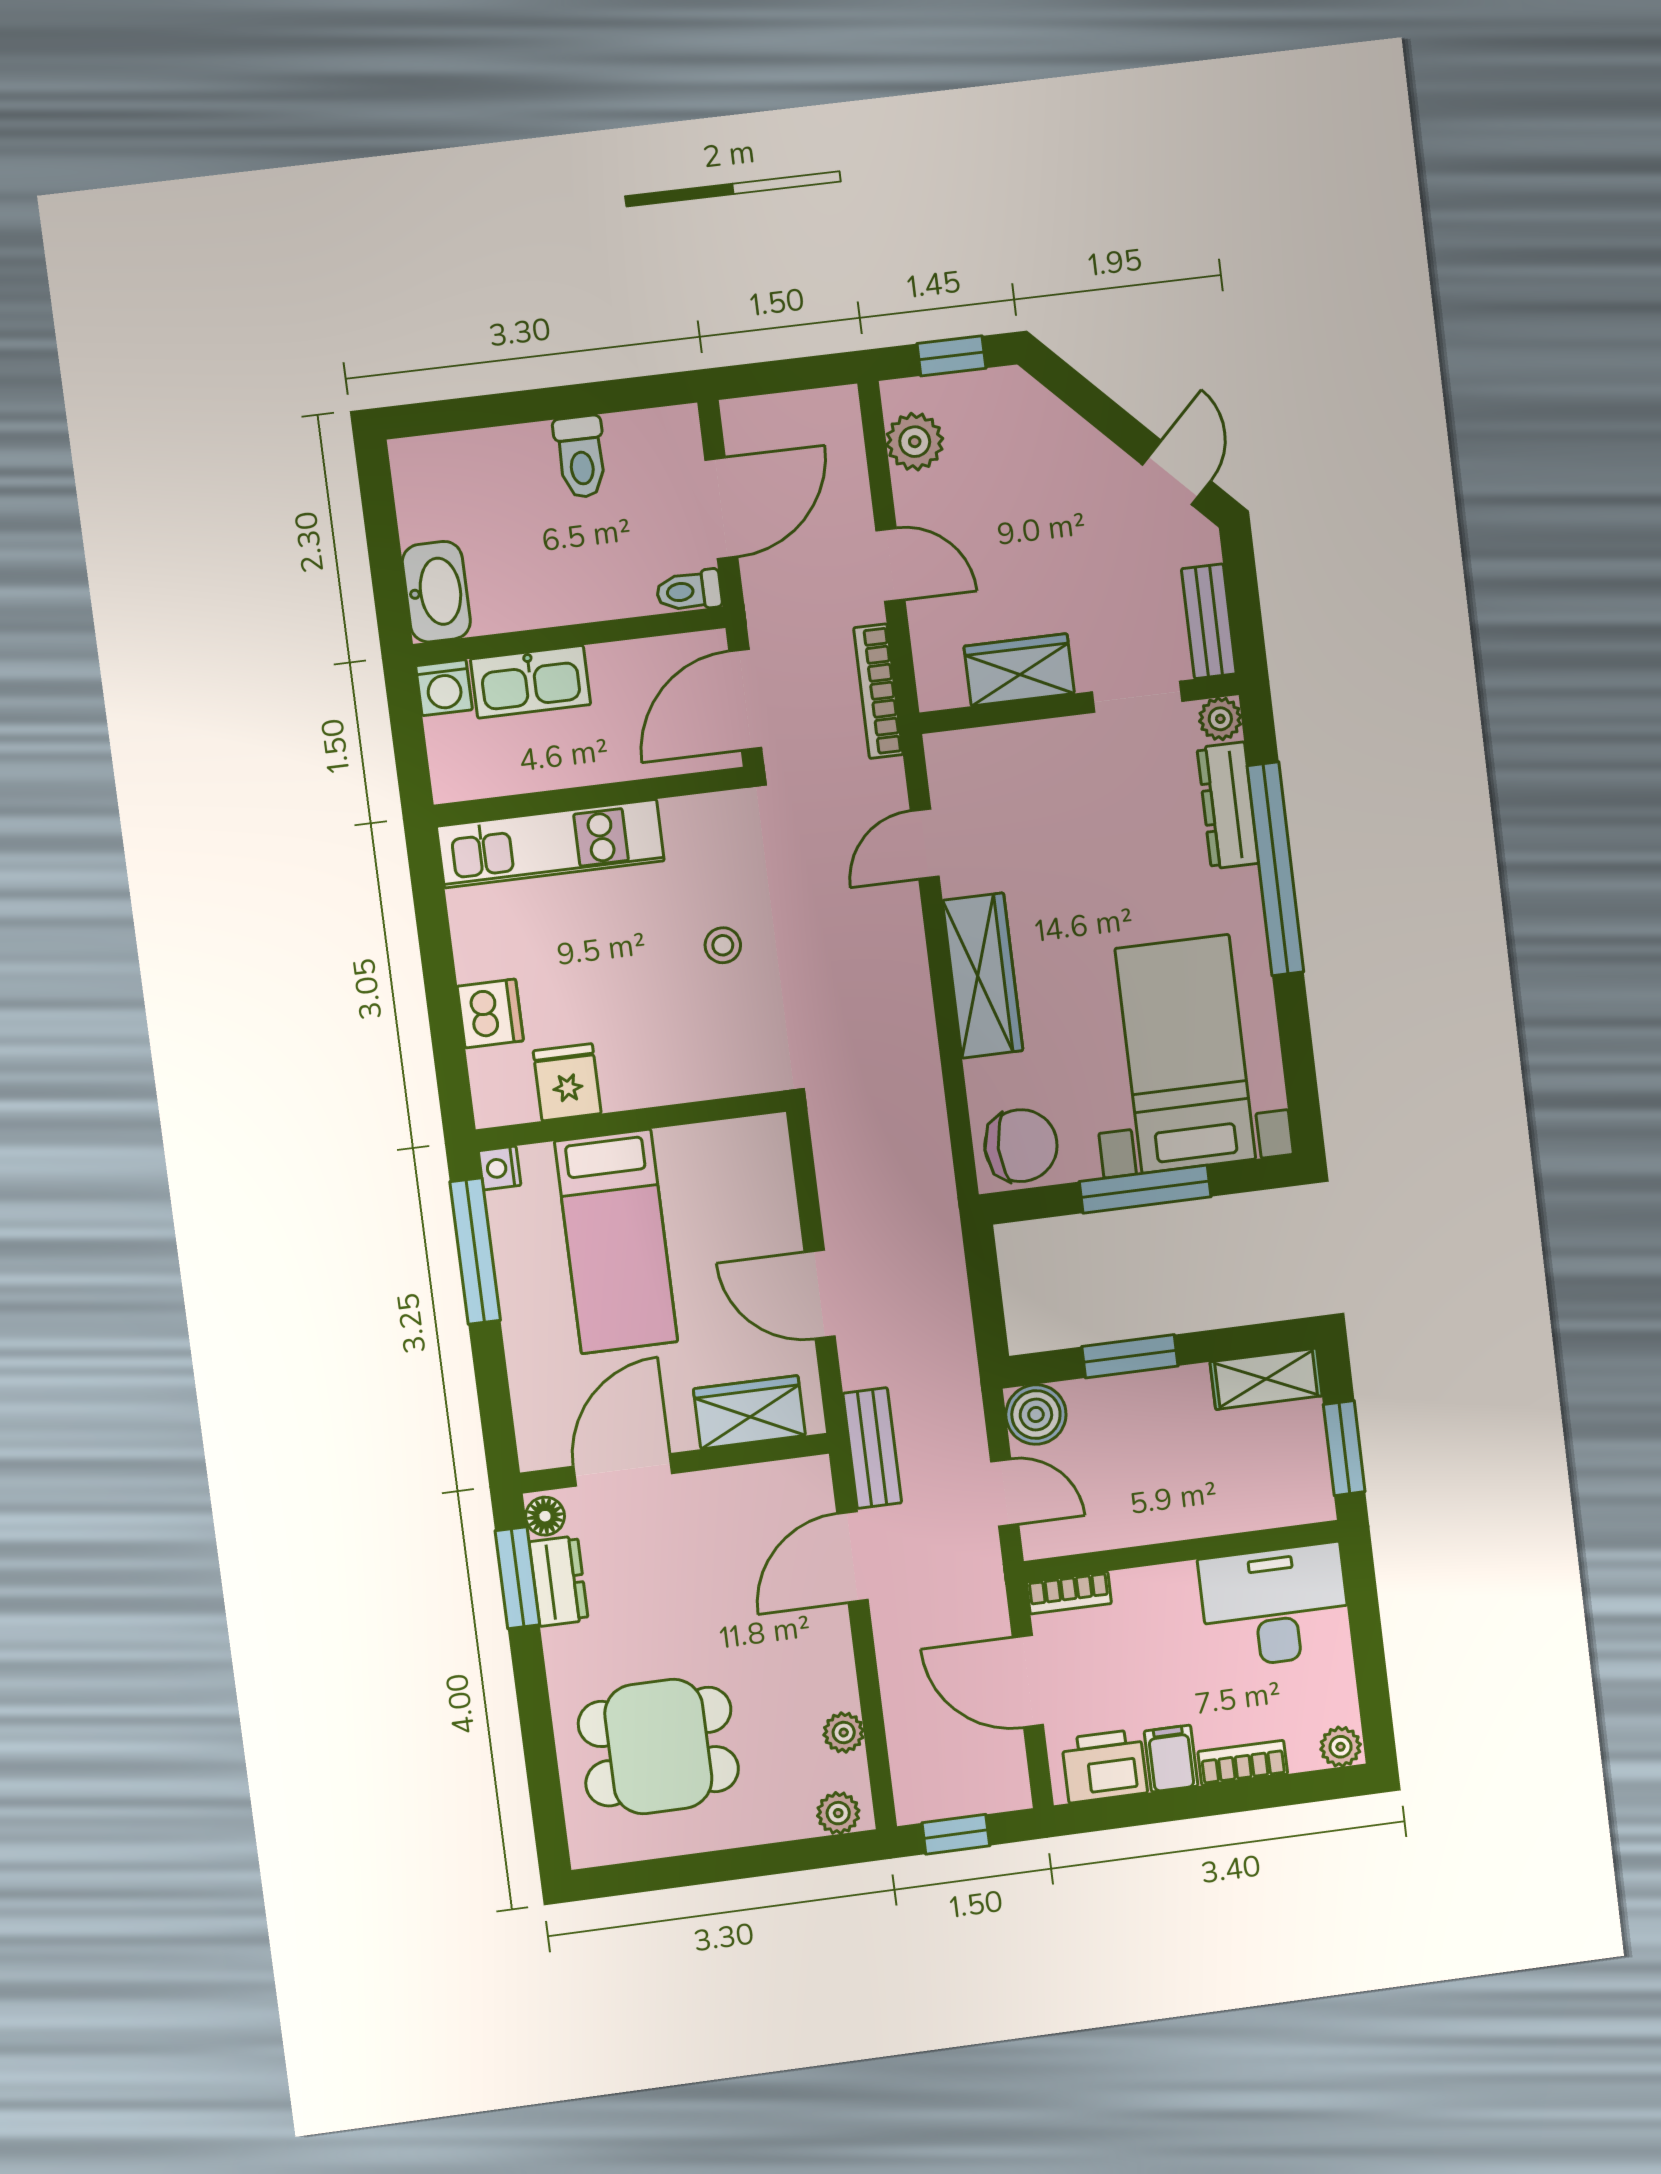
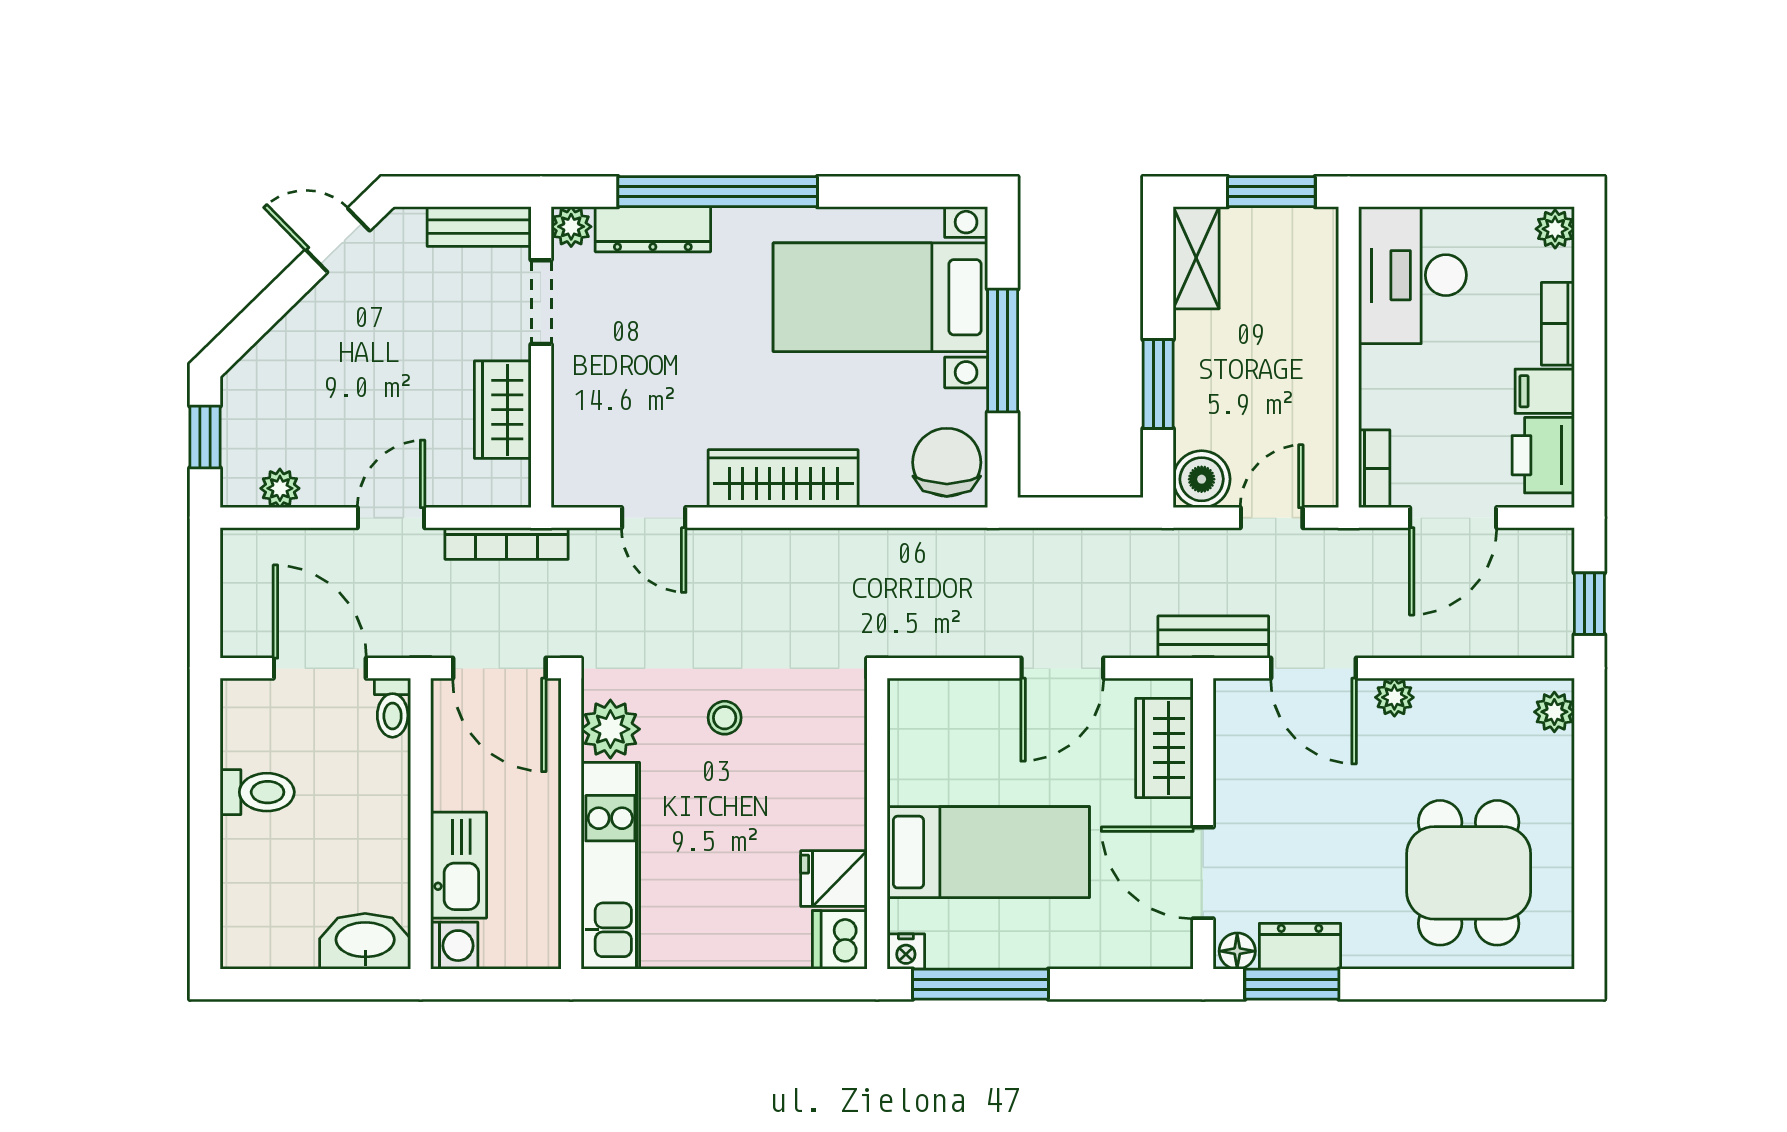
plant: (915, 442) -> (280, 488), width x0.73, depth x0.73
plant: (696, 826) -> (610, 729), added
dishwasher: (490, 1013) -> (840, 940), moved, turned -90
plant: (844, 1732) -> (1394, 697), moved

